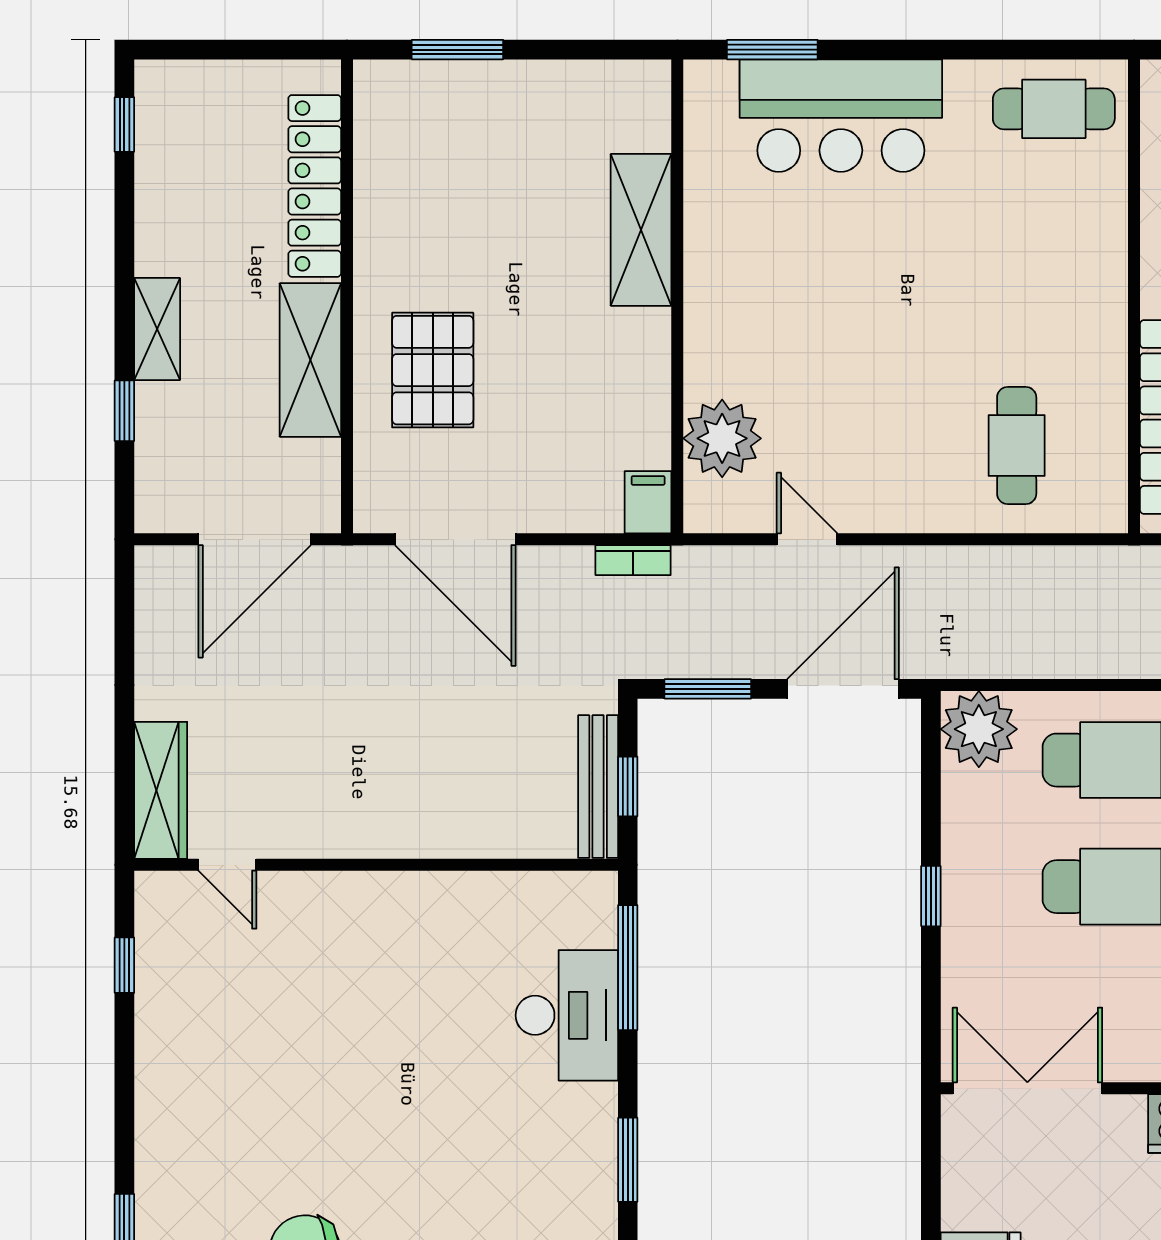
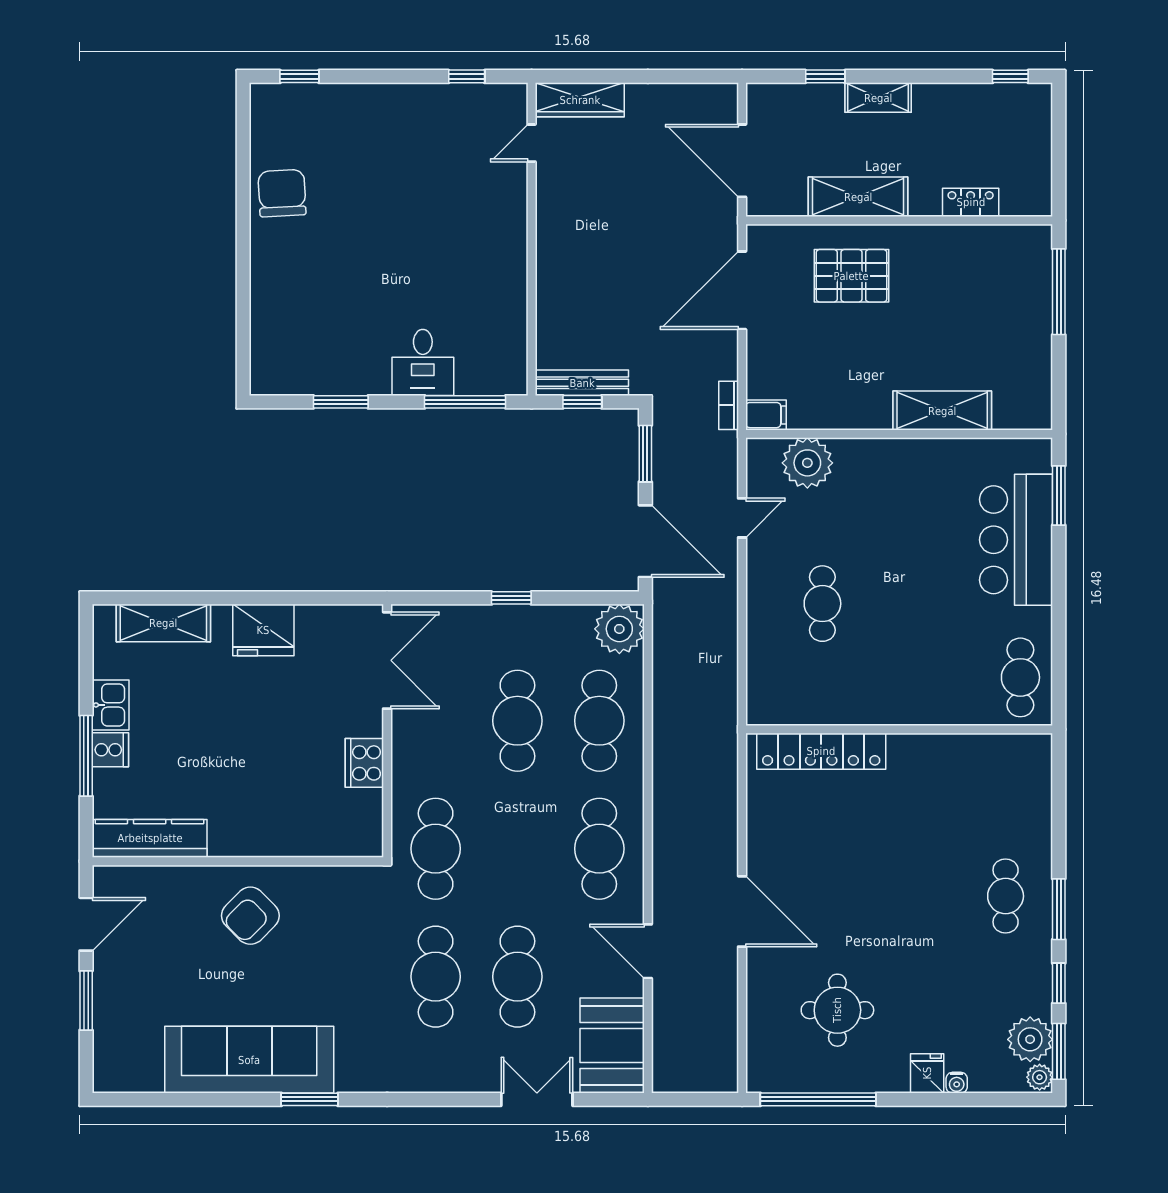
window: (457, 50) -> (1059, 292), width x1.44
locker: (315, 186) -> (971, 202), width x0.46, depth x0.83
cafe table: (1017, 446) -> (822, 604), moved, turned 90
desk: (567, 1015) -> (423, 362), width x0.73

